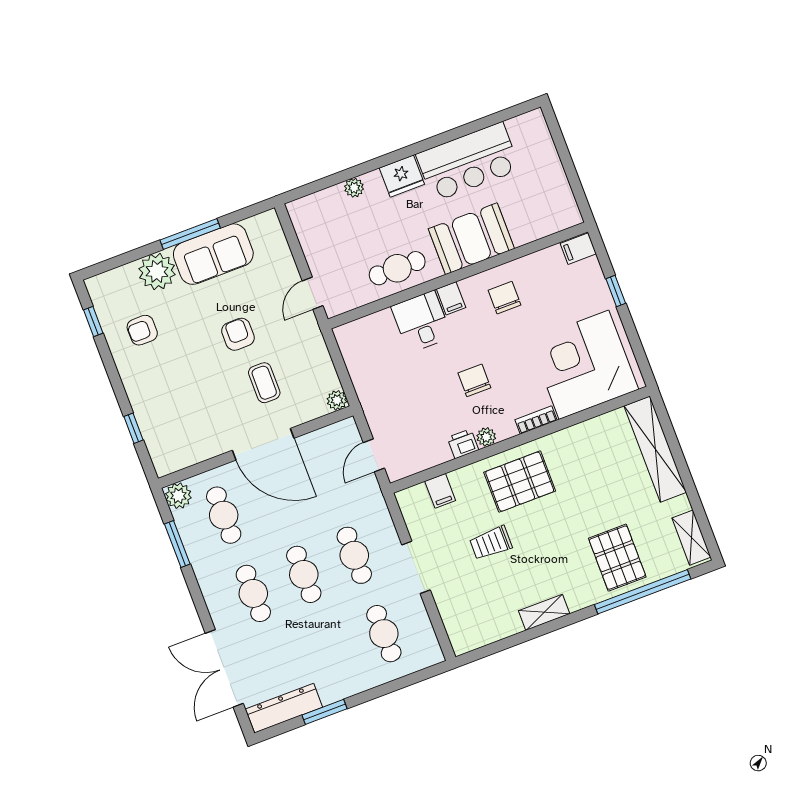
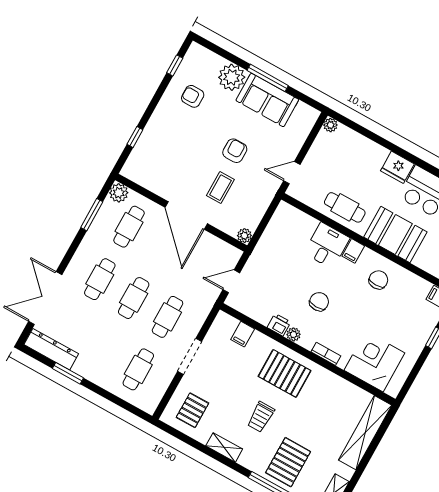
plant: (354, 188) -> (330, 125), moved
corner desk: (584, 365) -> (374, 362), width x0.74, depth x0.74
trolley: (491, 543) -> (261, 417), moved, turned -90
pallet: (476, 613) -> (192, 410), added

